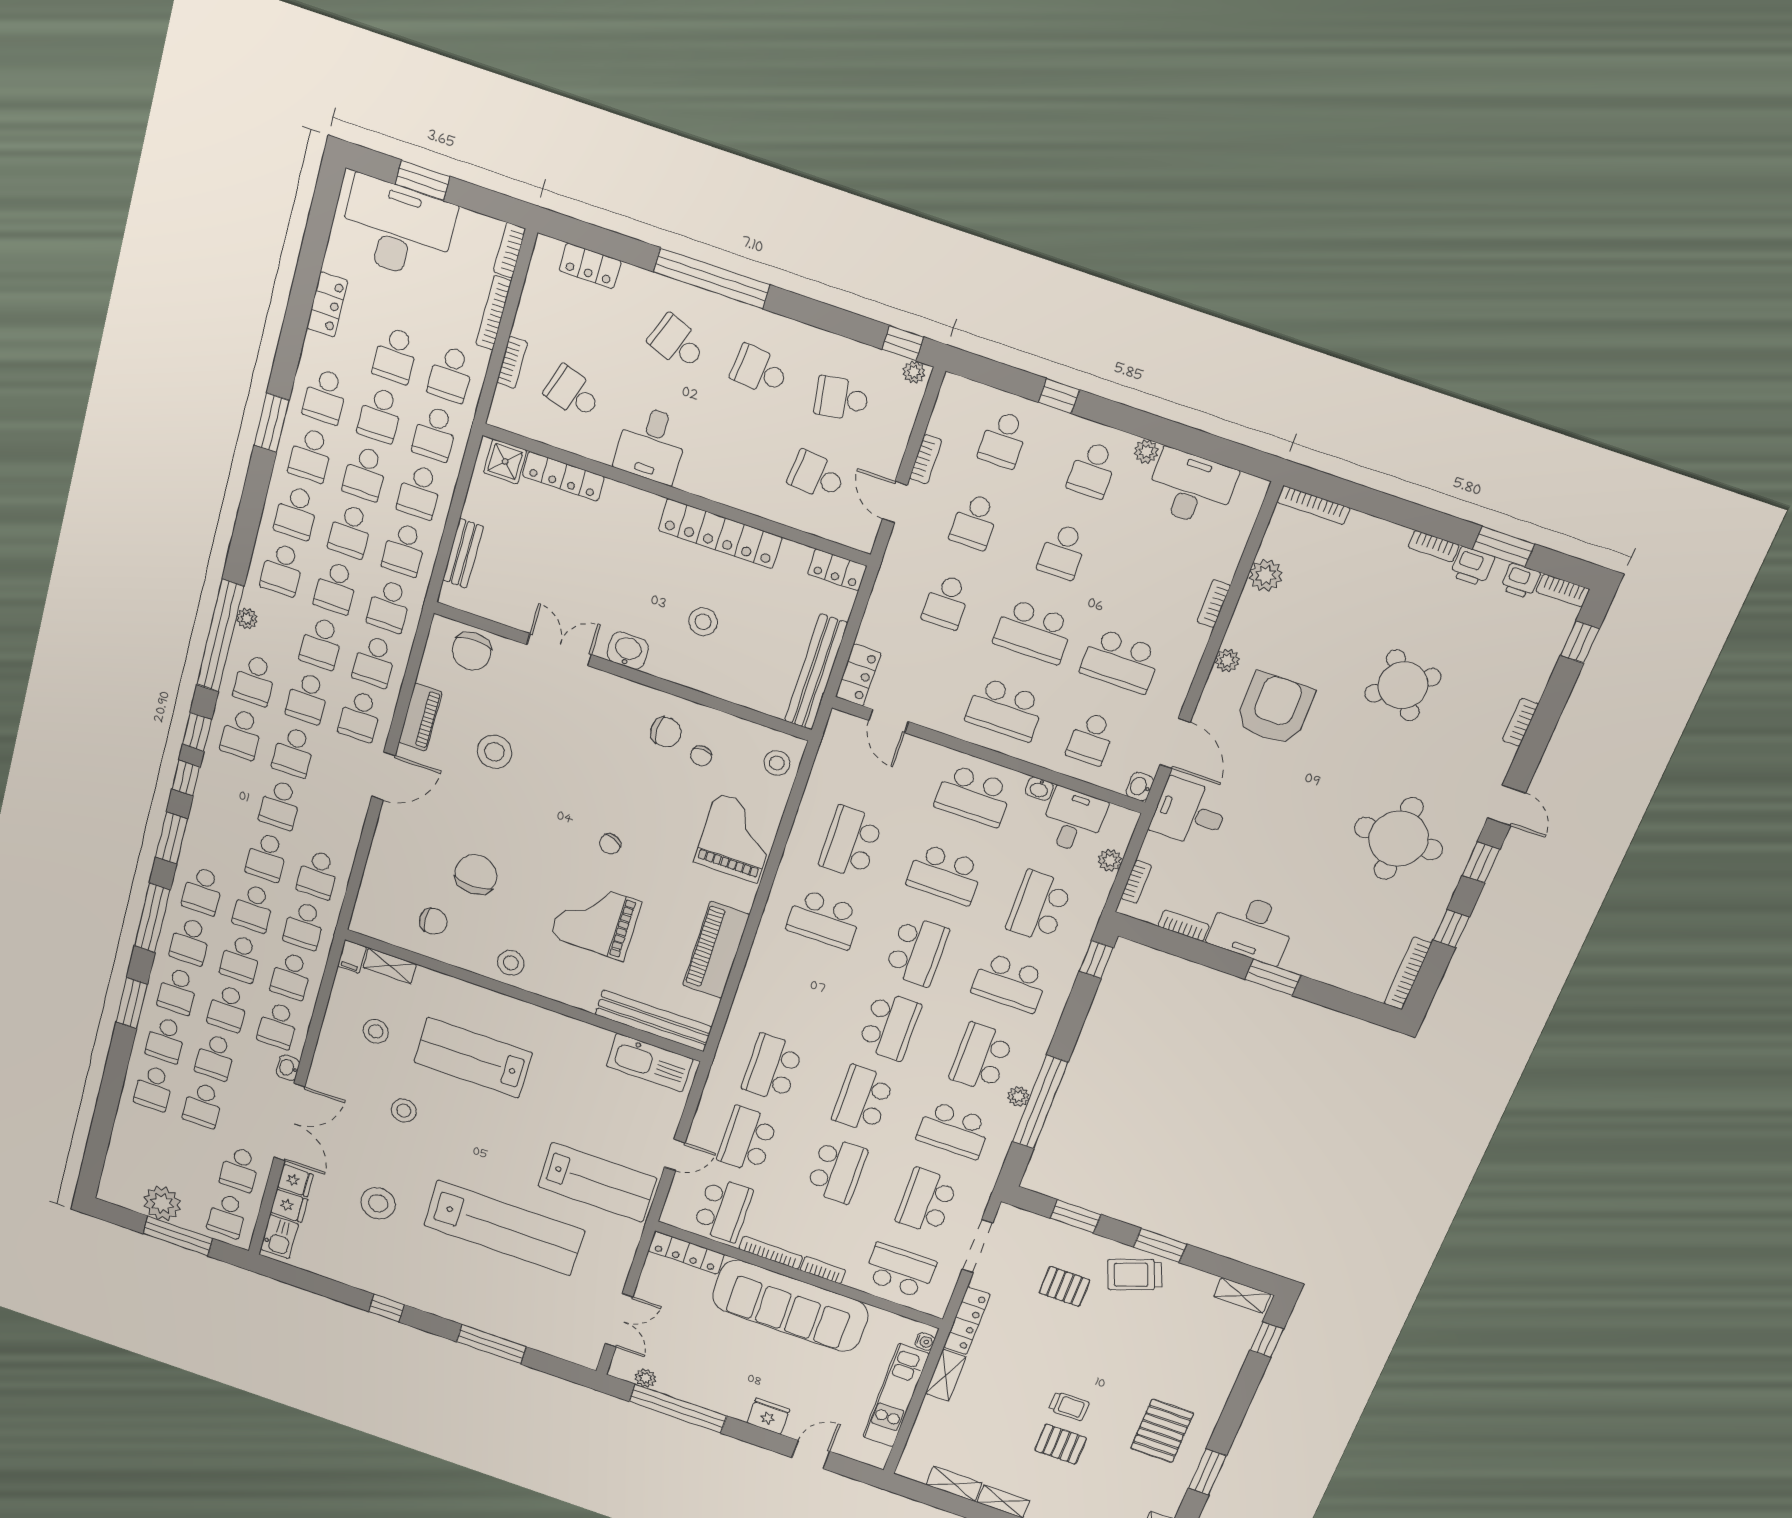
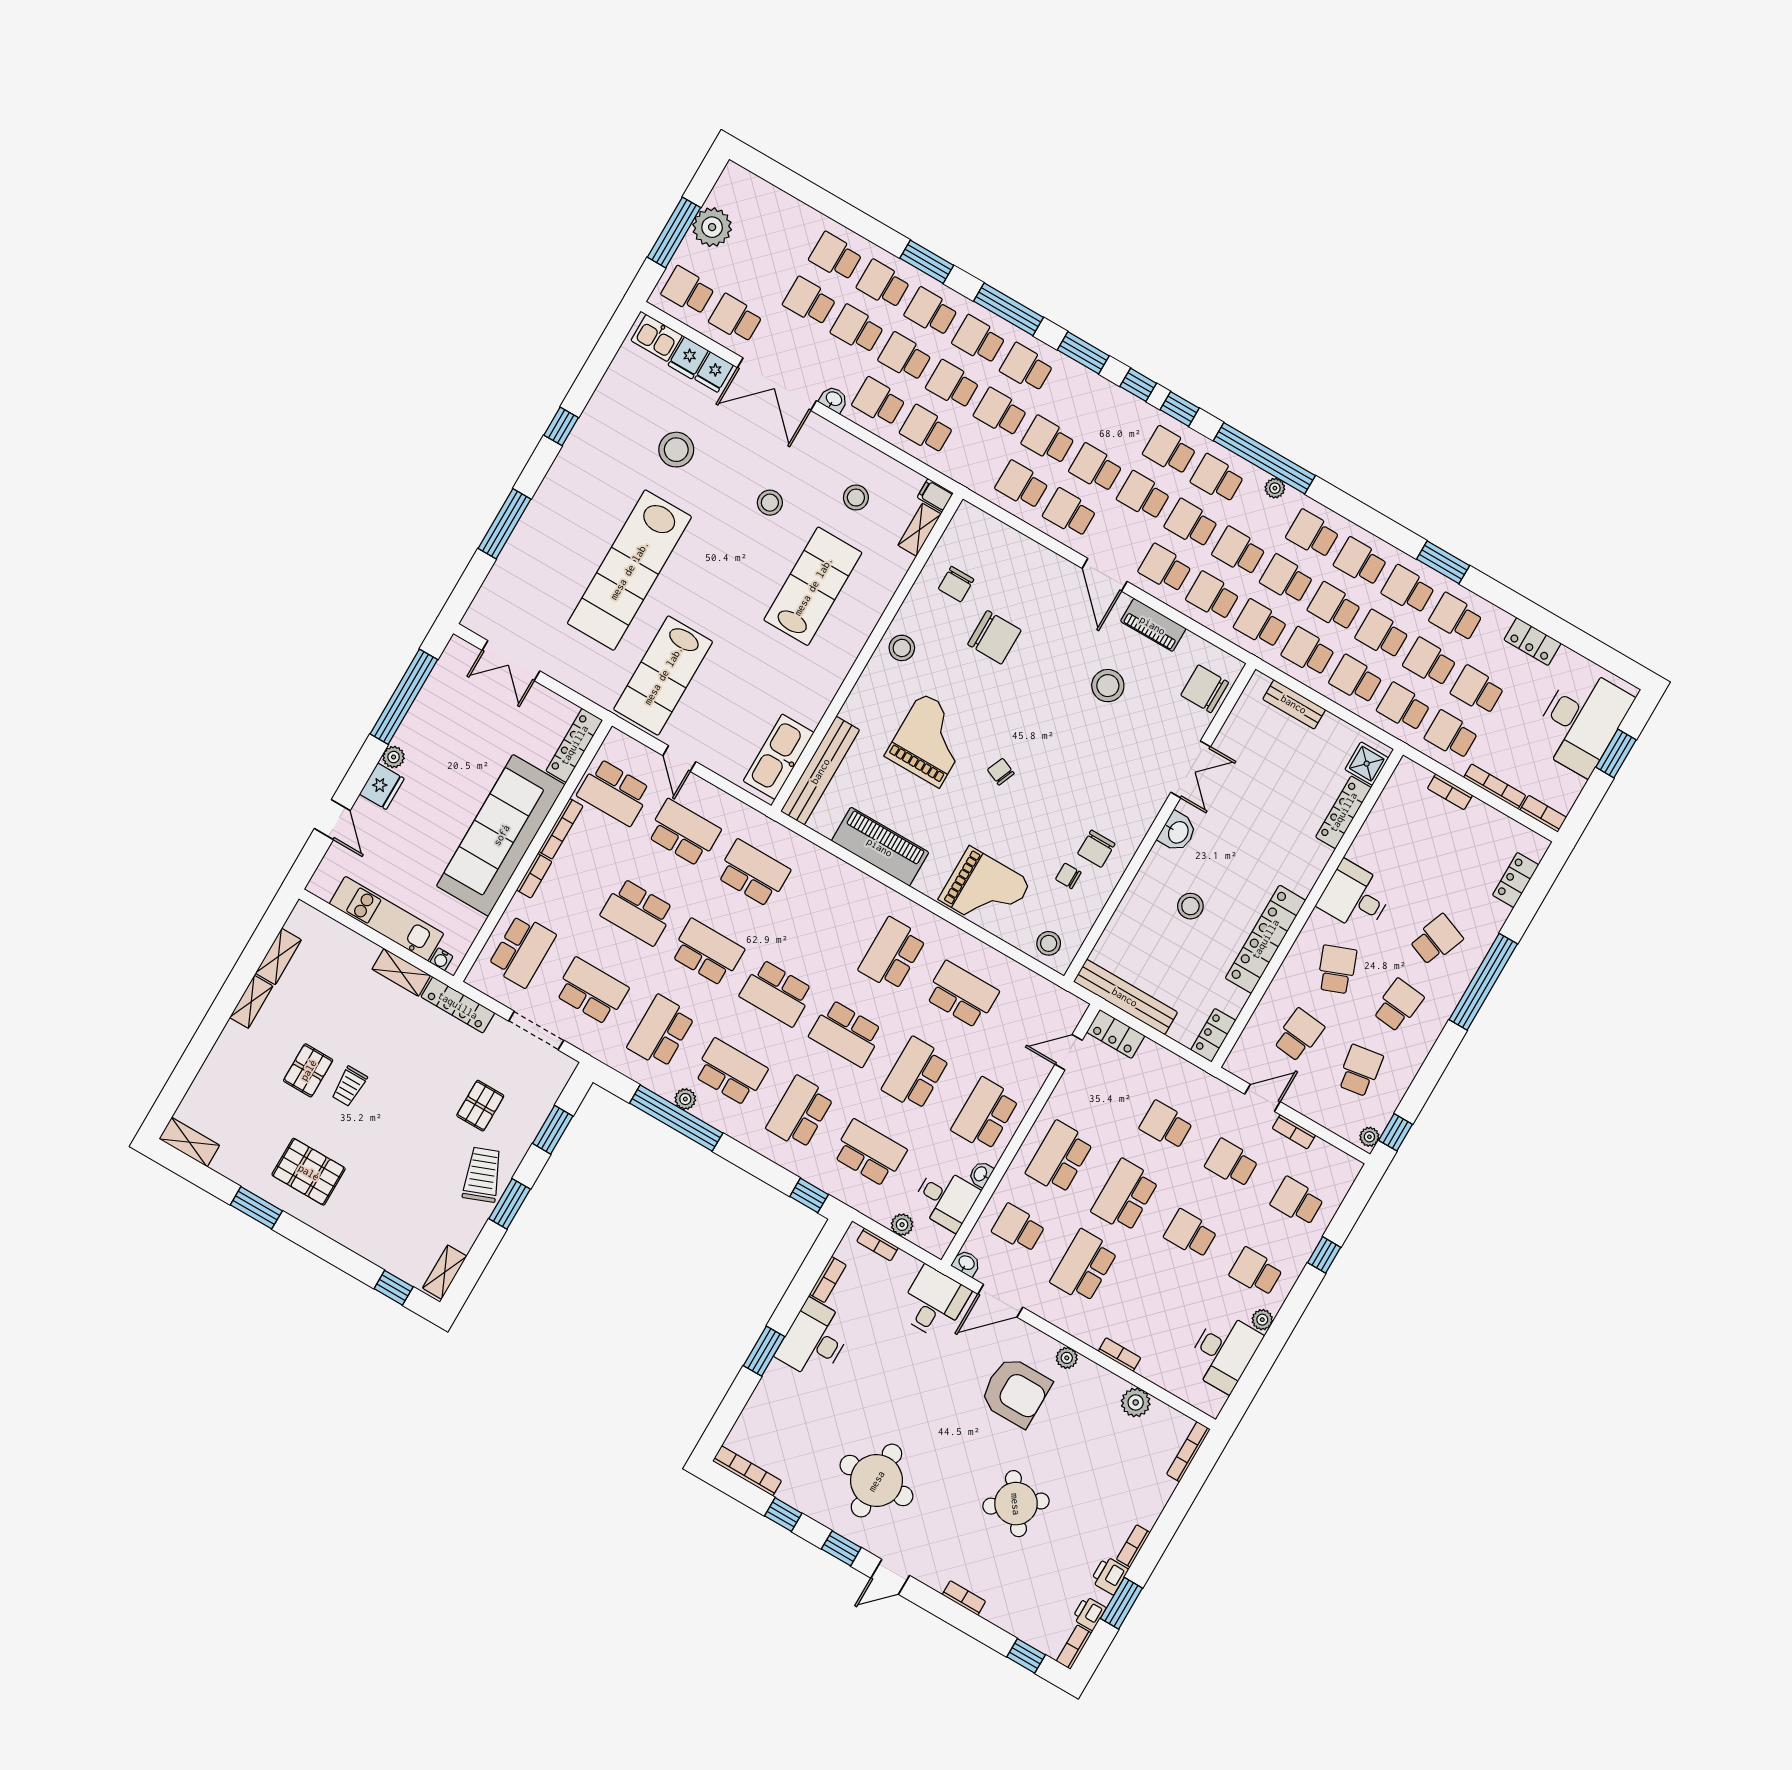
school desk: (573, 393) -> (1337, 969), moved, turned -39
school desk: (304, 926) -> (1070, 513), moved
plant: (645, 1378) -> (394, 757), moved

